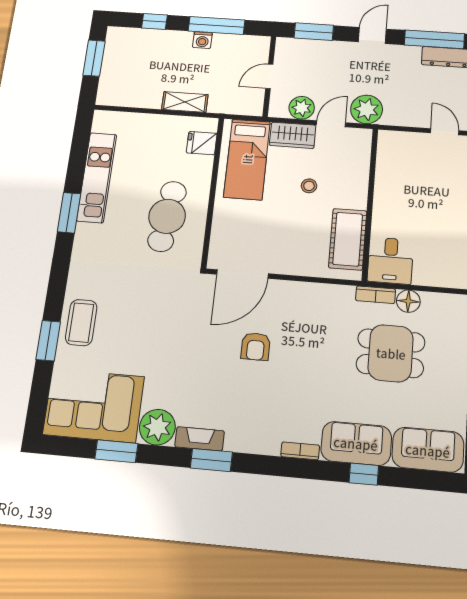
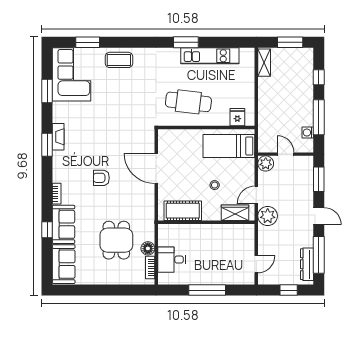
washing machine: (202, 40) -> (308, 133), moved
shelving: (185, 102) -> (264, 63), moved
plant: (302, 108) -> (266, 163), moved
door: (331, 124) -> (256, 195), swing flipped
wardrobe: (293, 135) -> (235, 213), moved, turned 90
desk: (390, 261) -> (172, 260), moved
door: (242, 274) -> (156, 168), moved
bookcase: (376, 295) -> (150, 268), moved
window: (48, 341) -> (88, 42), moved
armchair: (256, 346) -> (101, 178), moved
plant: (157, 427) -> (62, 112), removed

